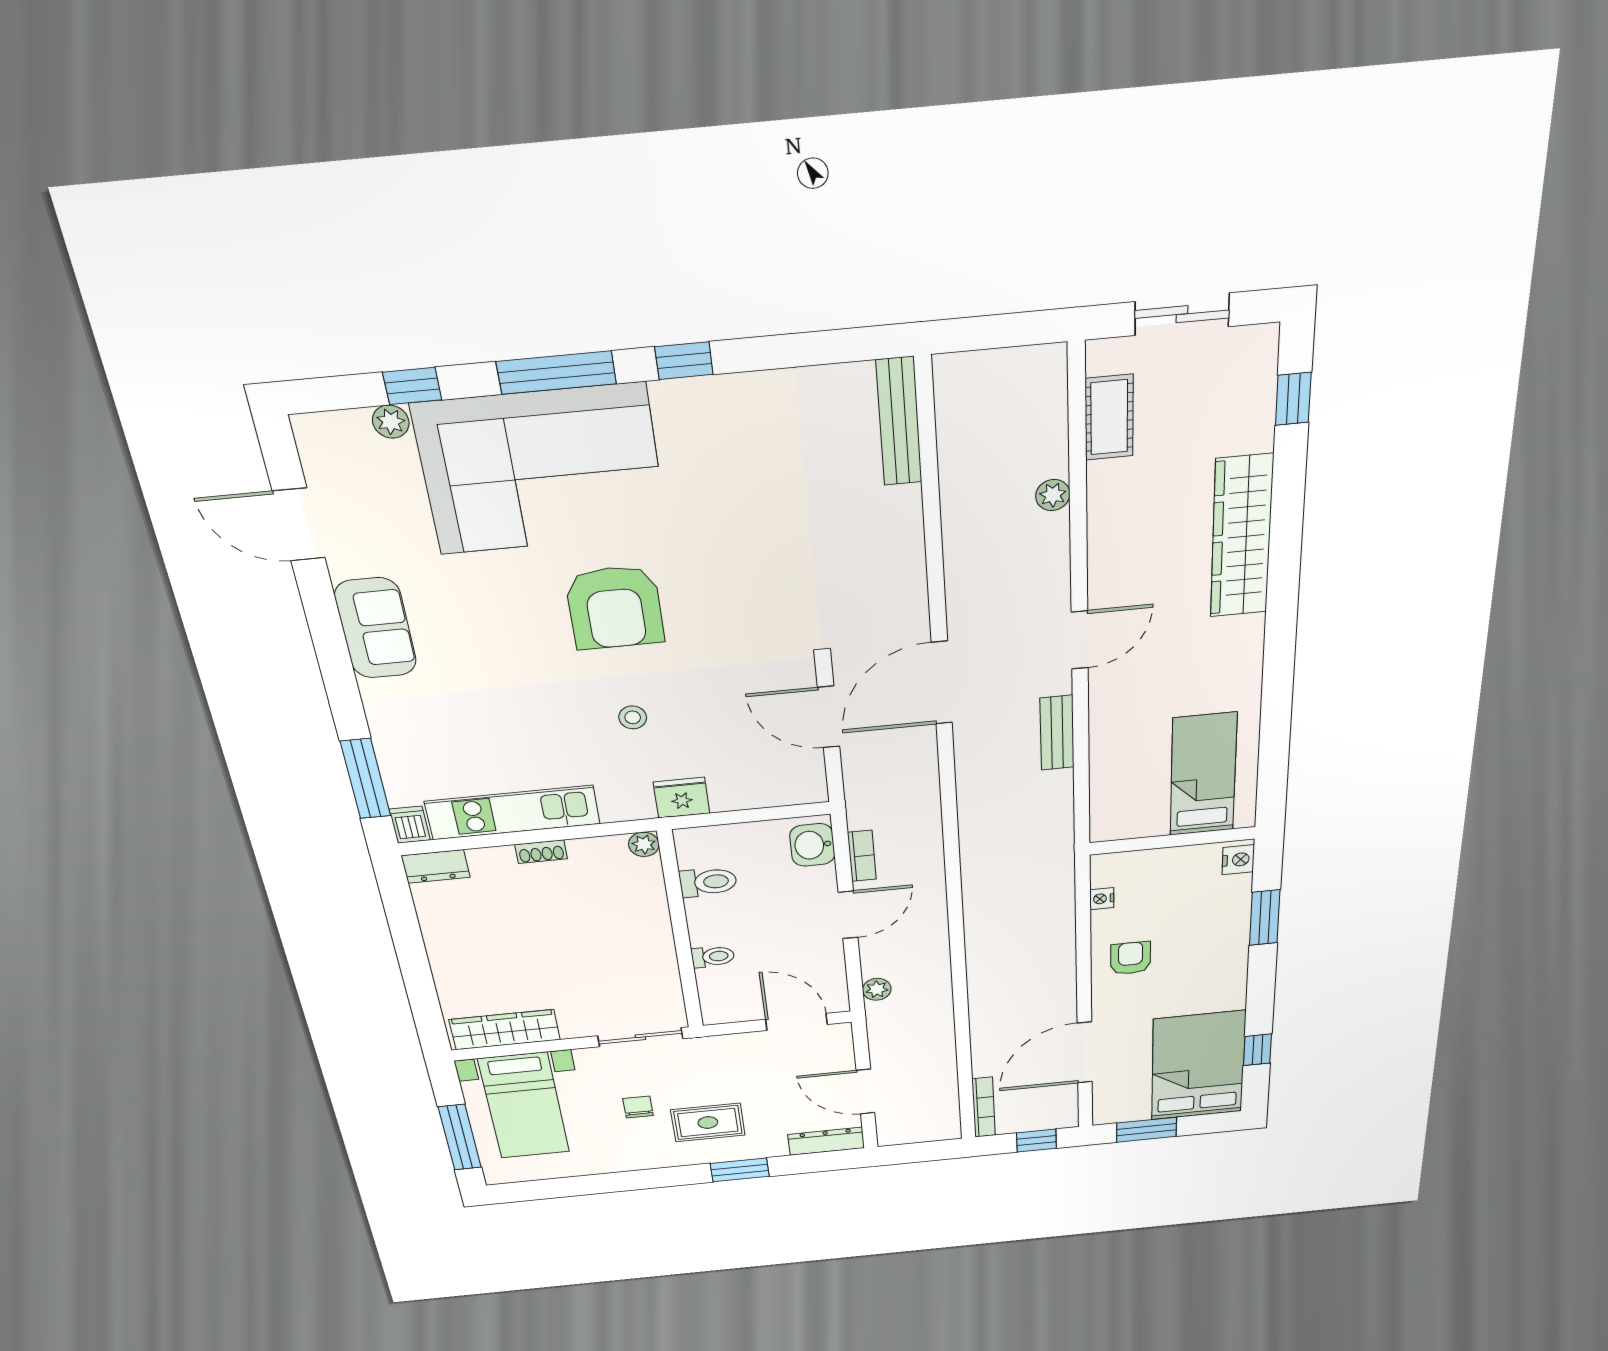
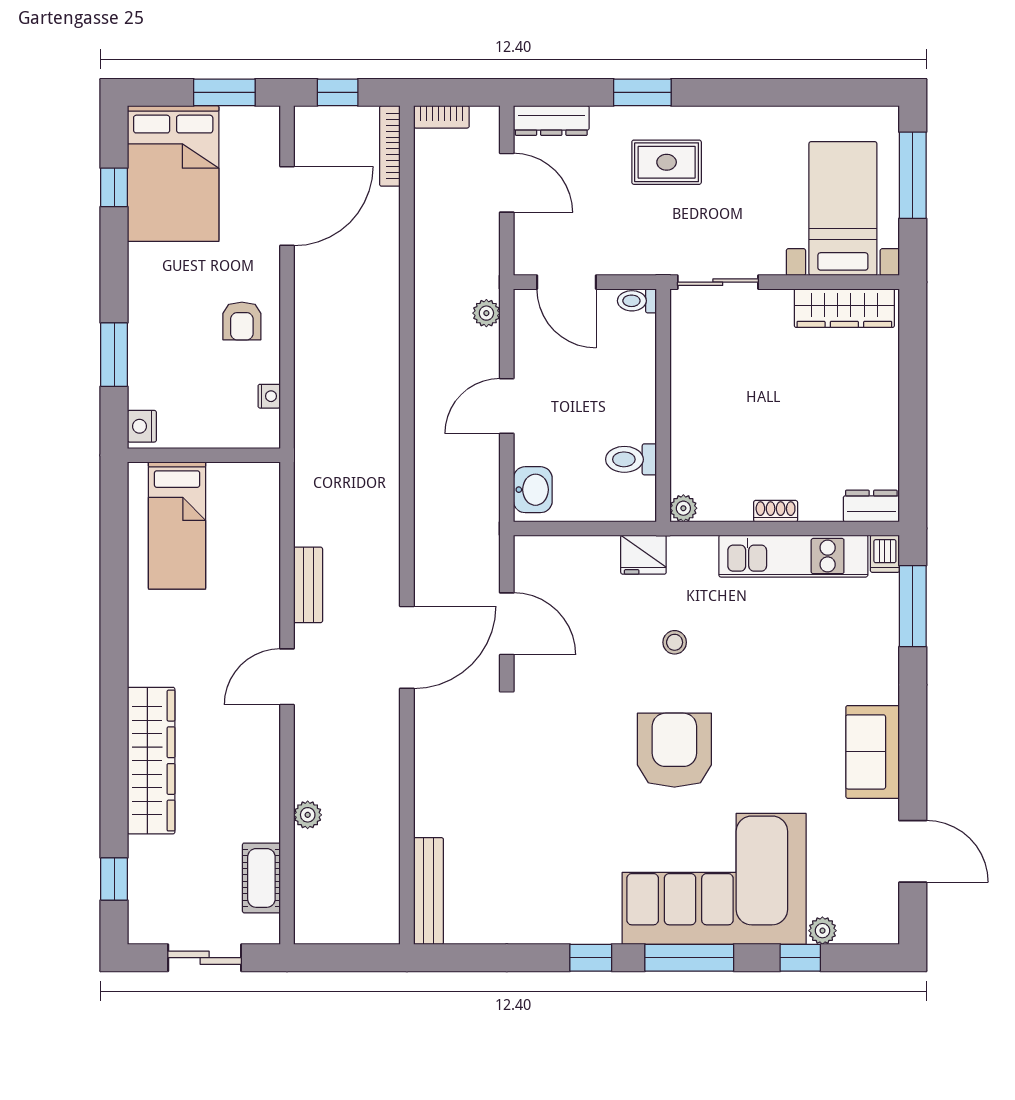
bookcase: (862, 856) -> (441, 117), moved, turned -90
toilet: (713, 957) -> (637, 301), moved
chair: (638, 1107) -> (732, 192), removed

